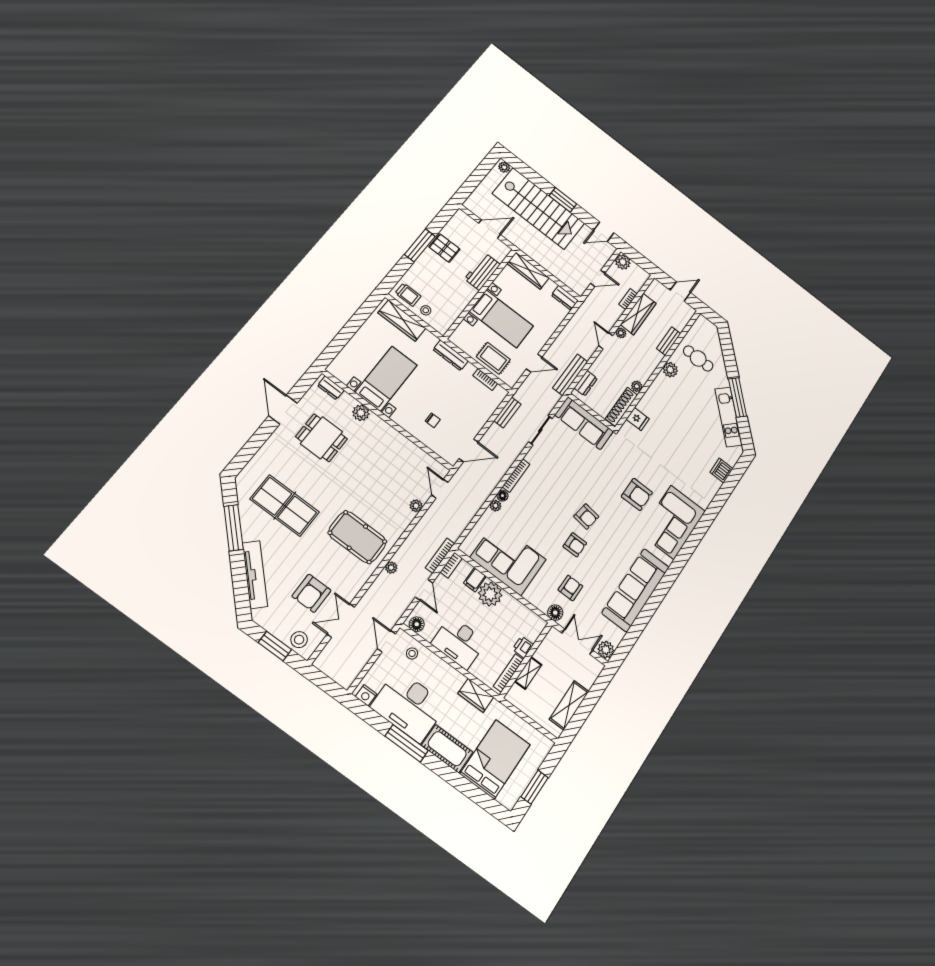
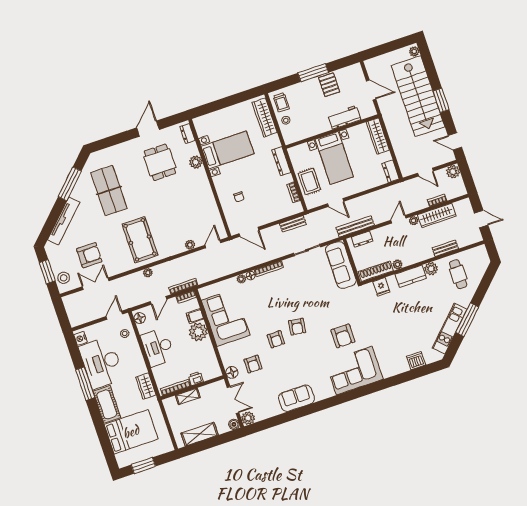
kitchen counter: (657, 390) -> (411, 276), added
armchair: (570, 588) -> (253, 364), turned 90
sofa: (636, 590) -> (297, 398), width x0.54, depth x0.79
armchair: (311, 593) -> (89, 255), turned 180
boiler: (596, 667) -> (234, 424), added

